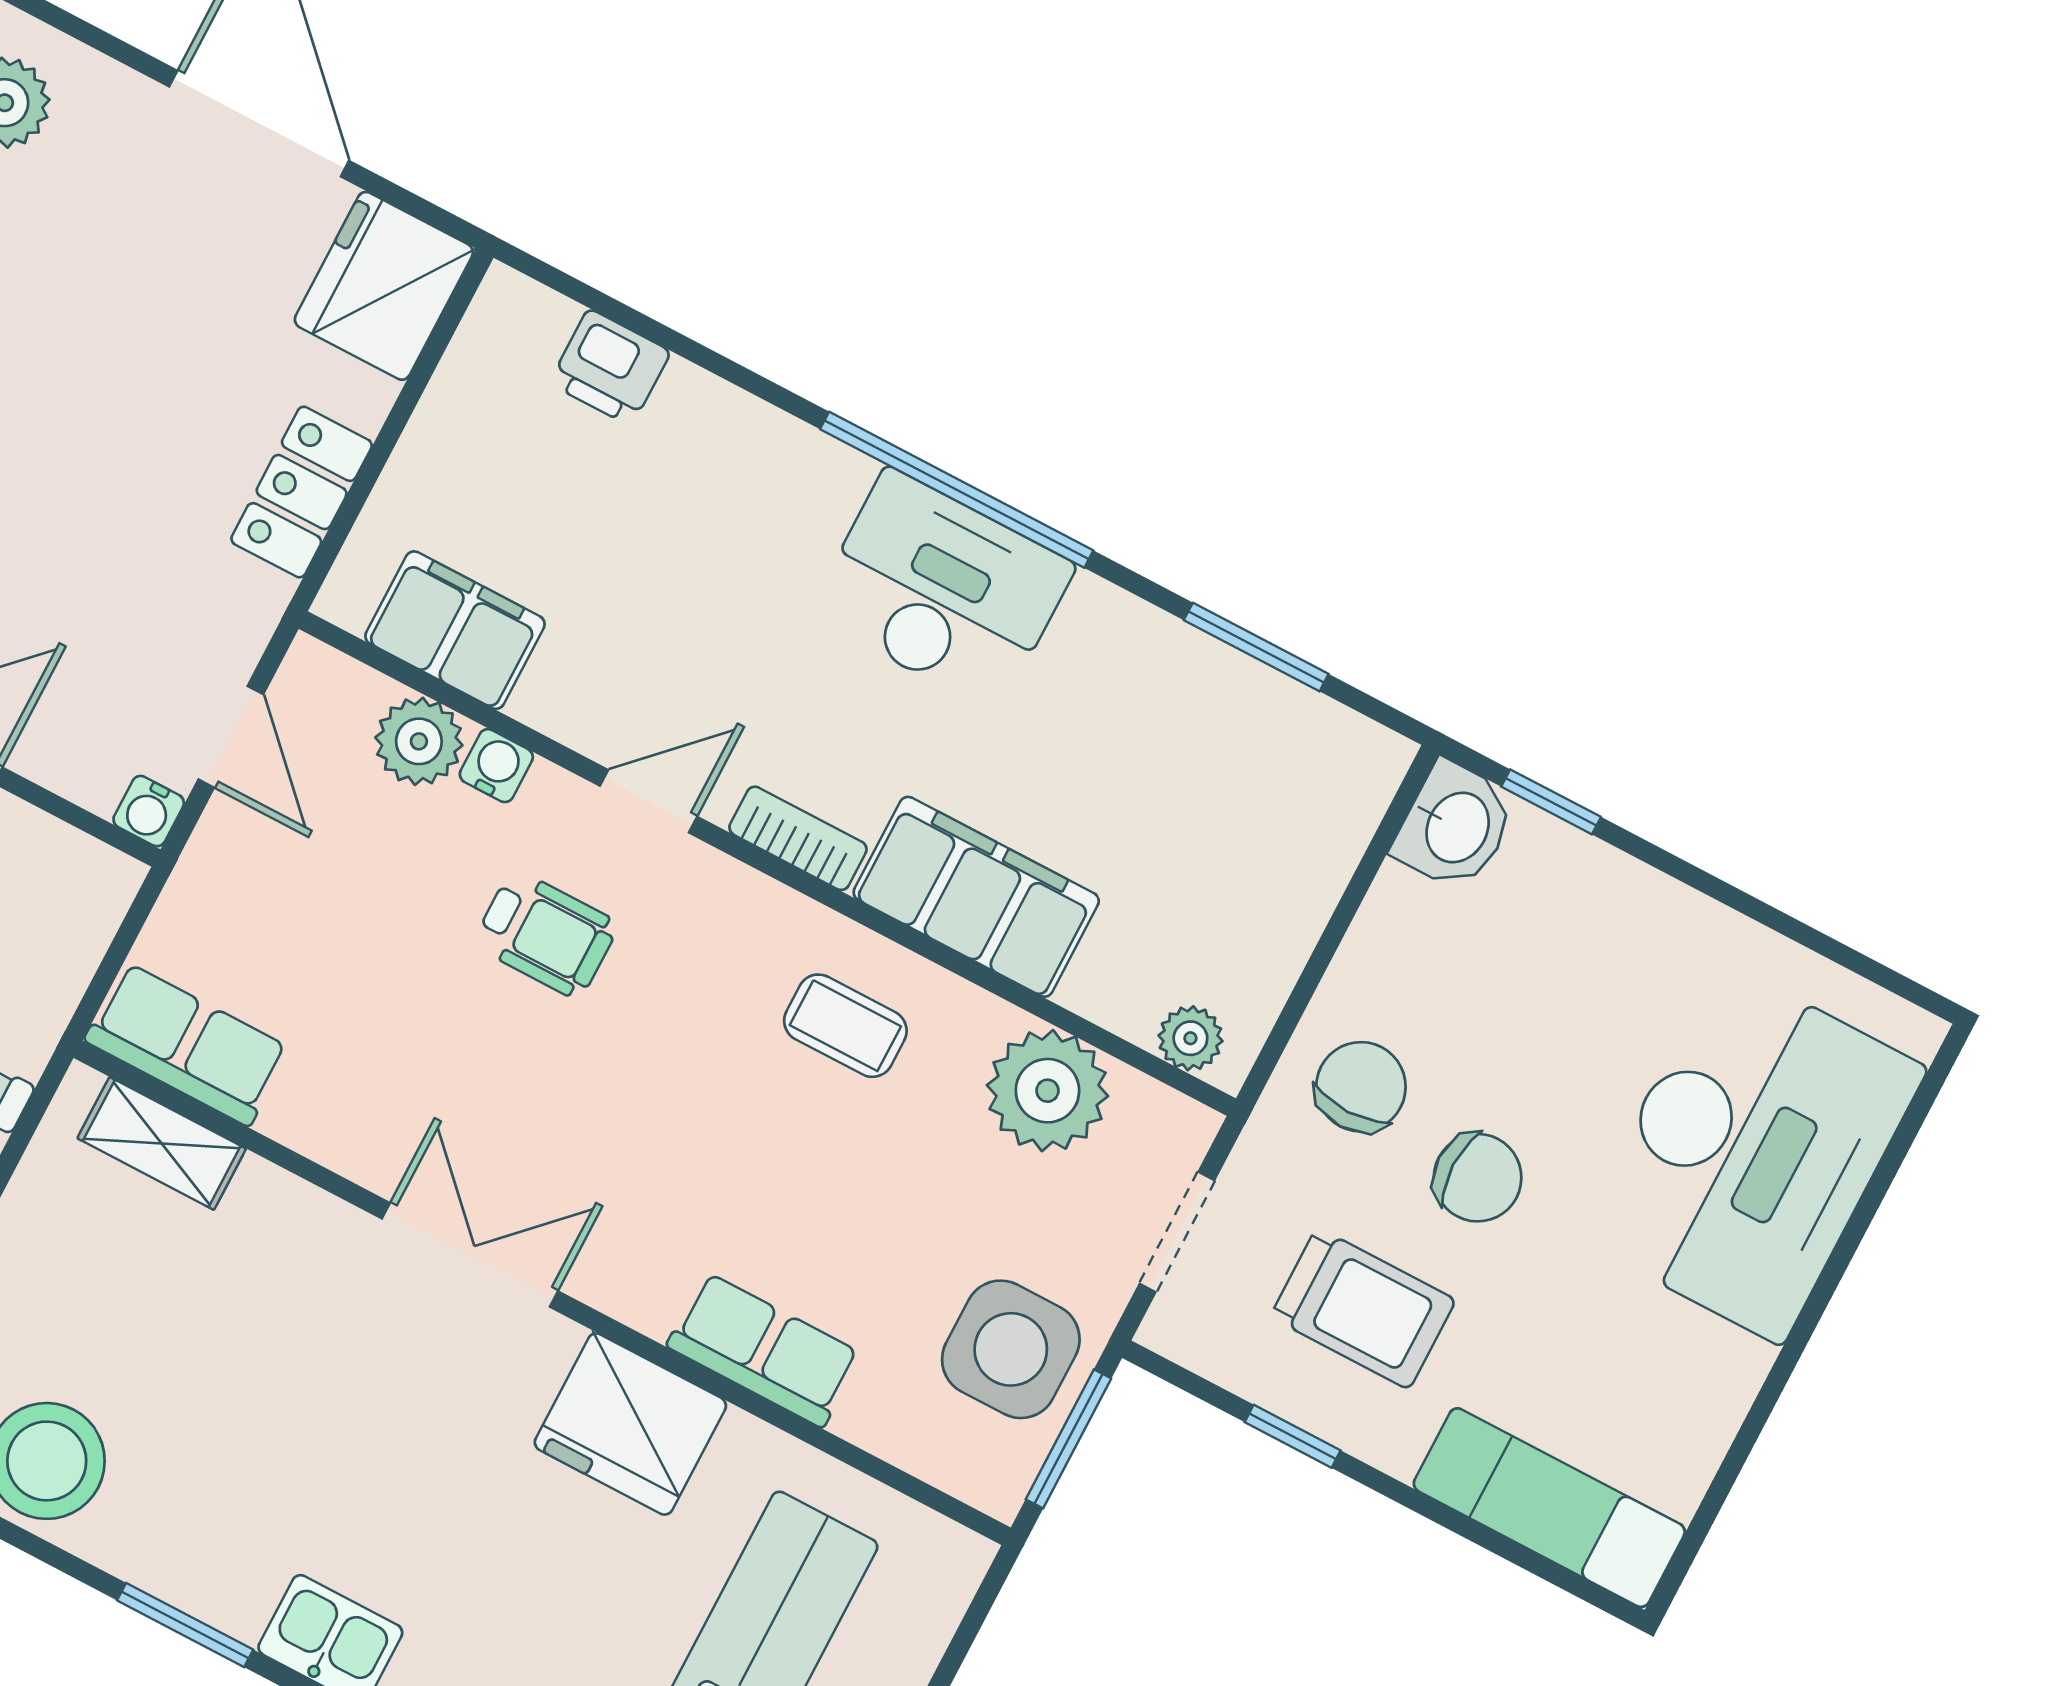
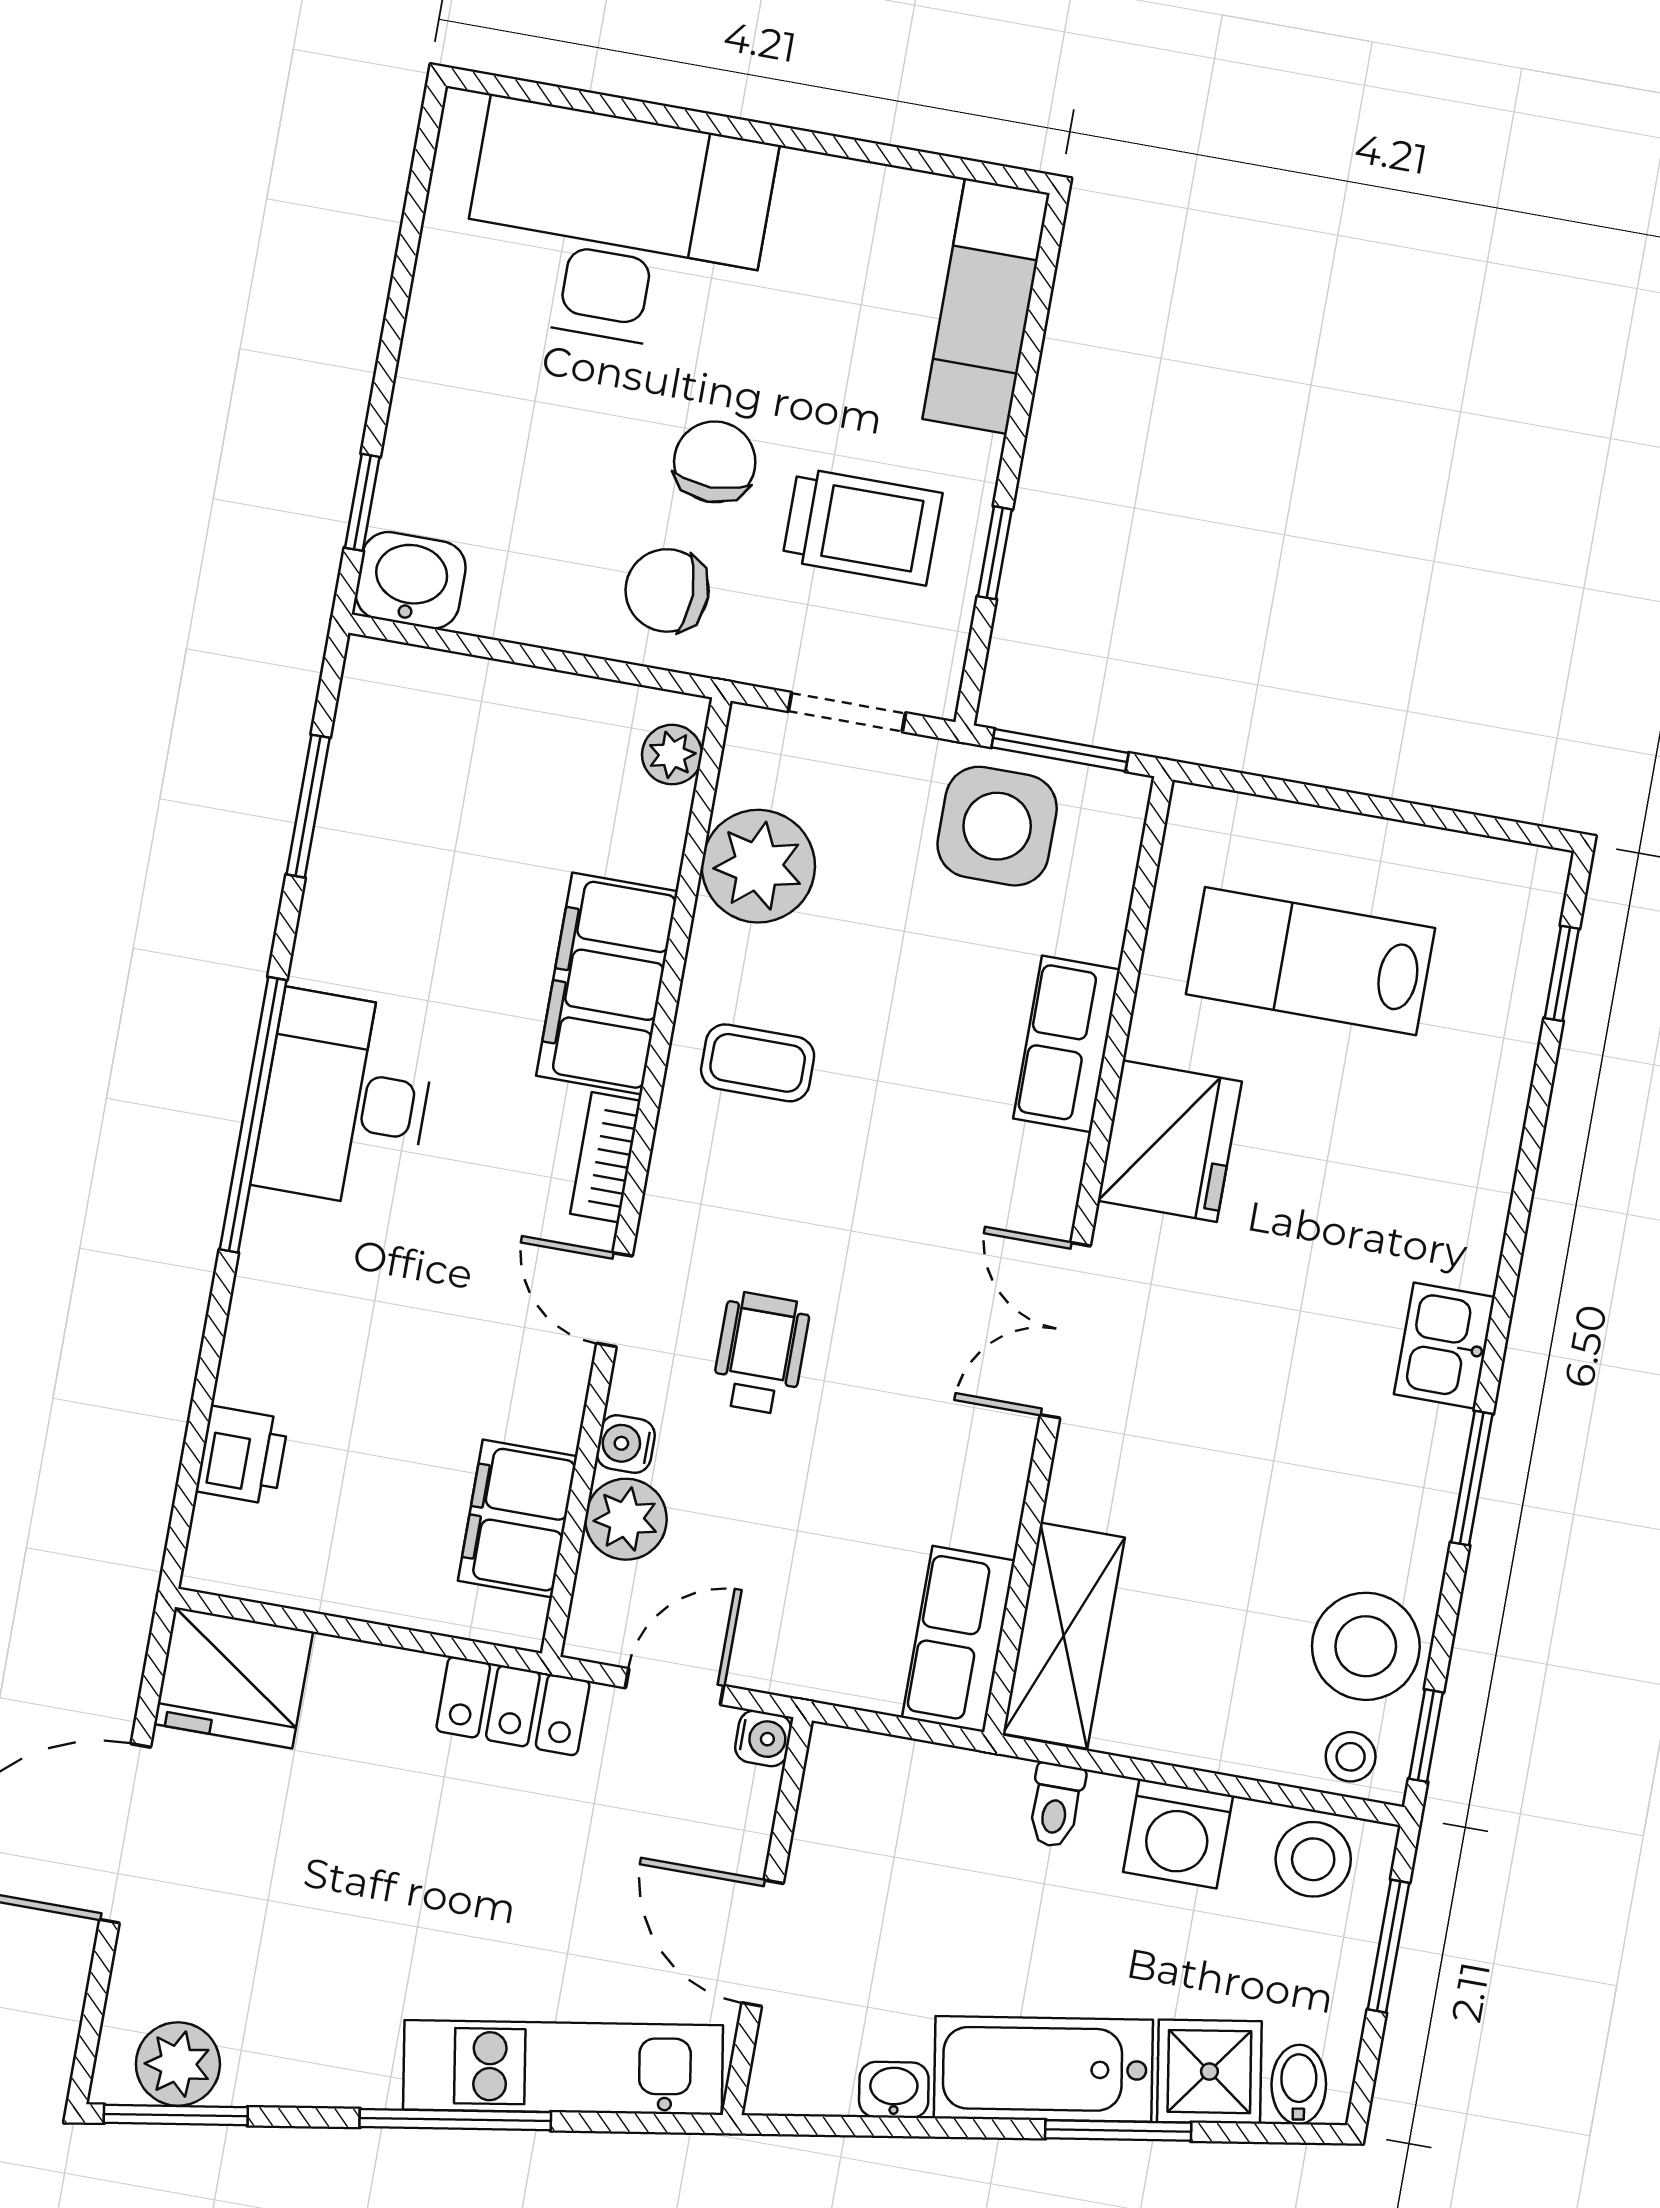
locker: (302, 492) -> (513, 1706), moved
coffee table: (845, 1026) -> (758, 1063), turned 90
shelving: (162, 1143) -> (1064, 1636), width x1.50, depth x1.33
trolley: (1363, 1308) -> (862, 527), turned 90

